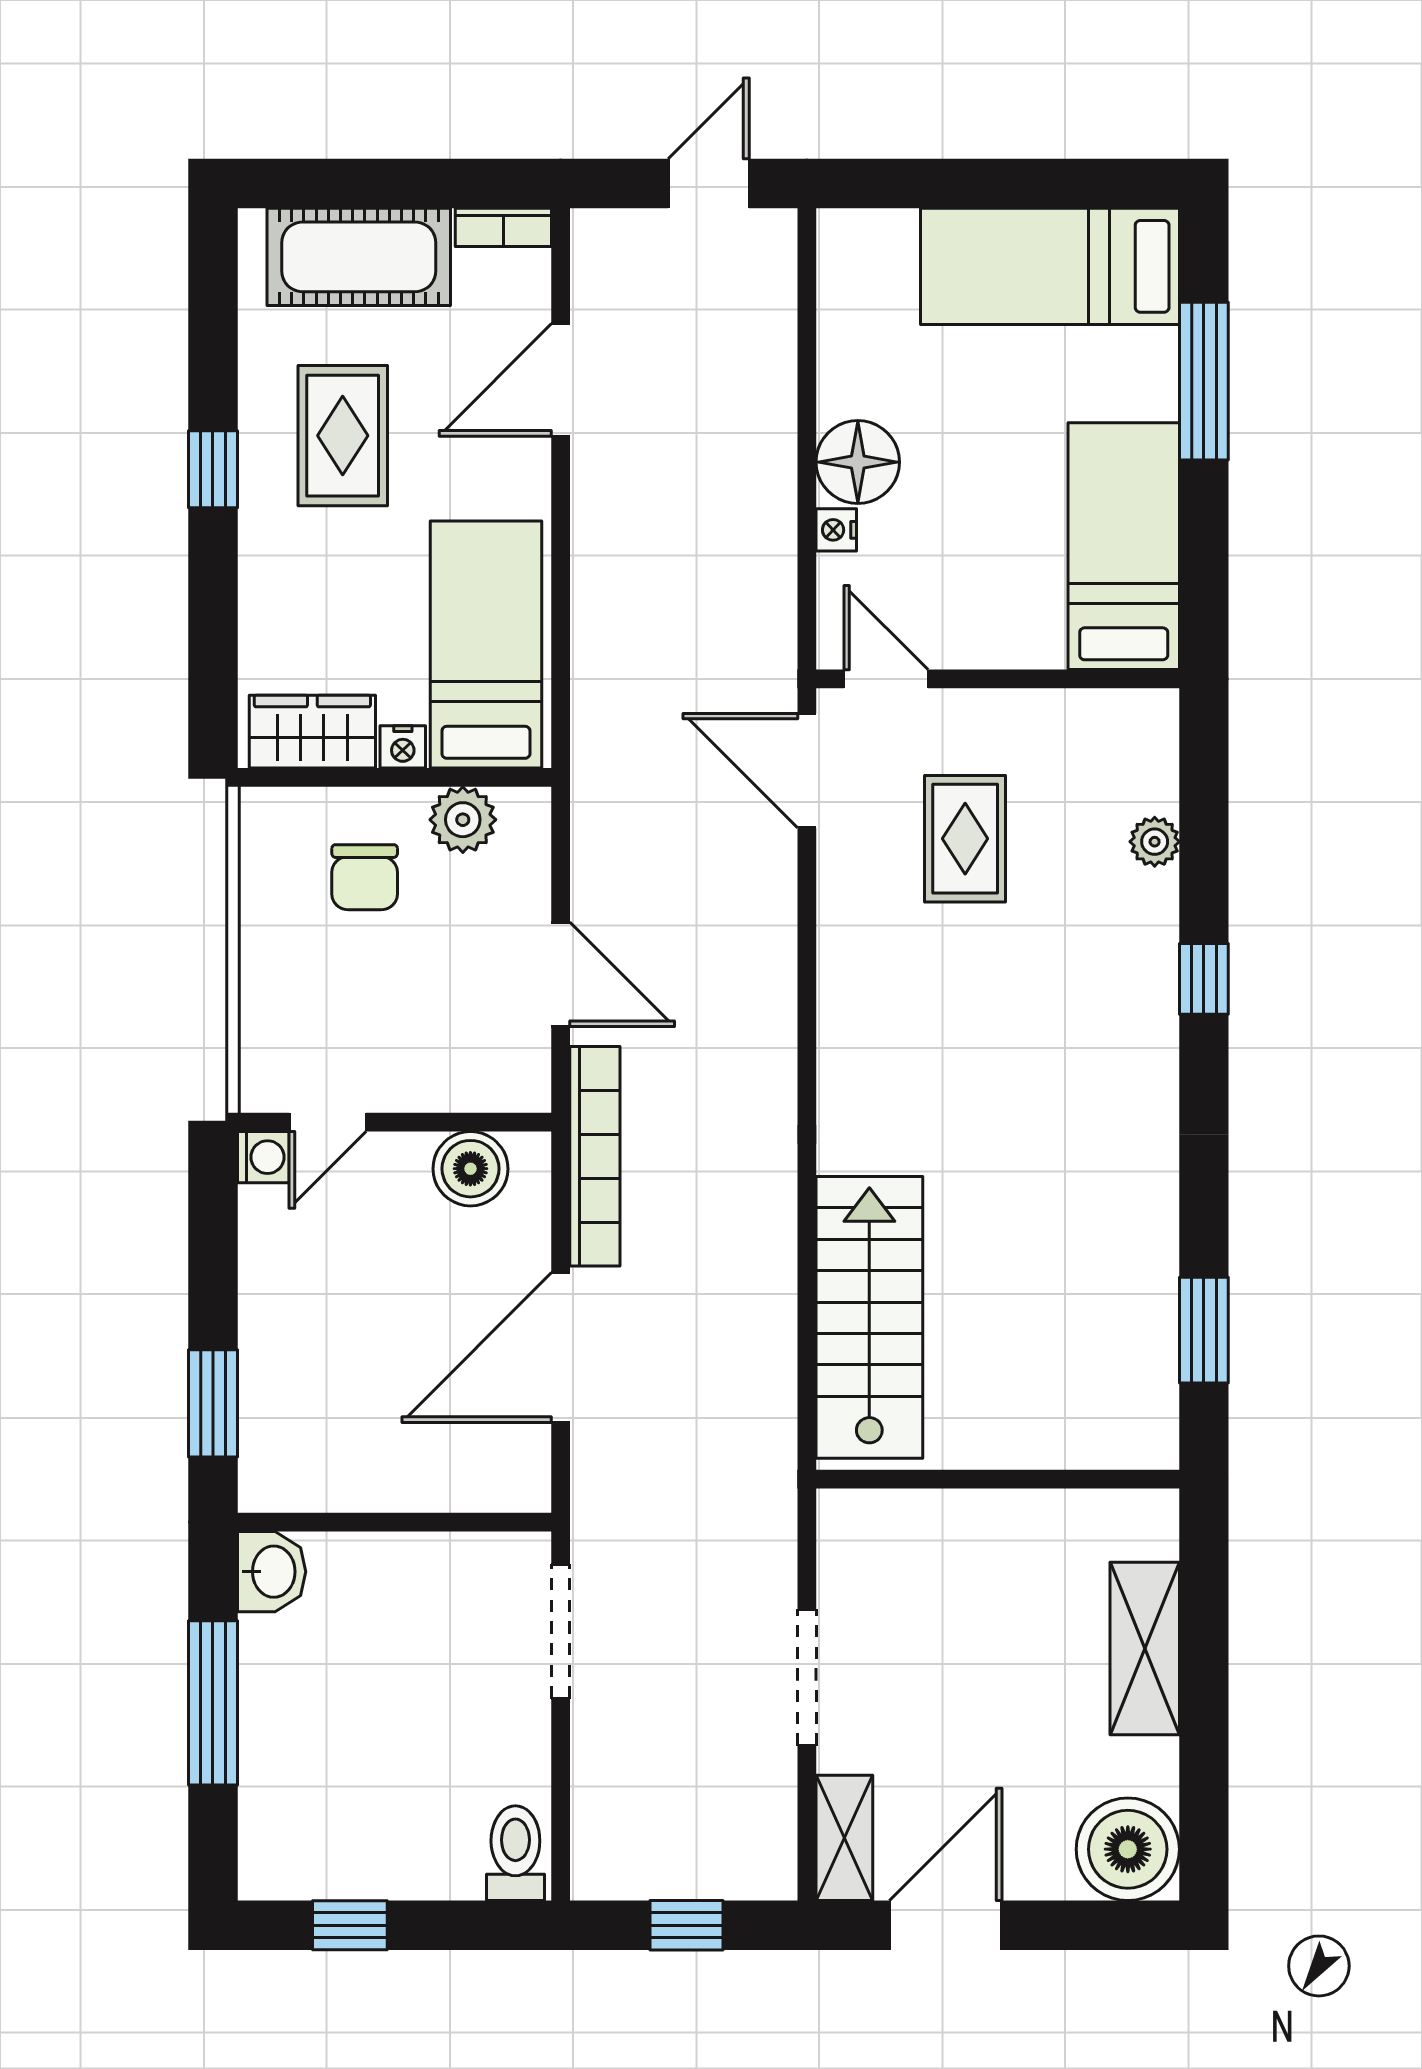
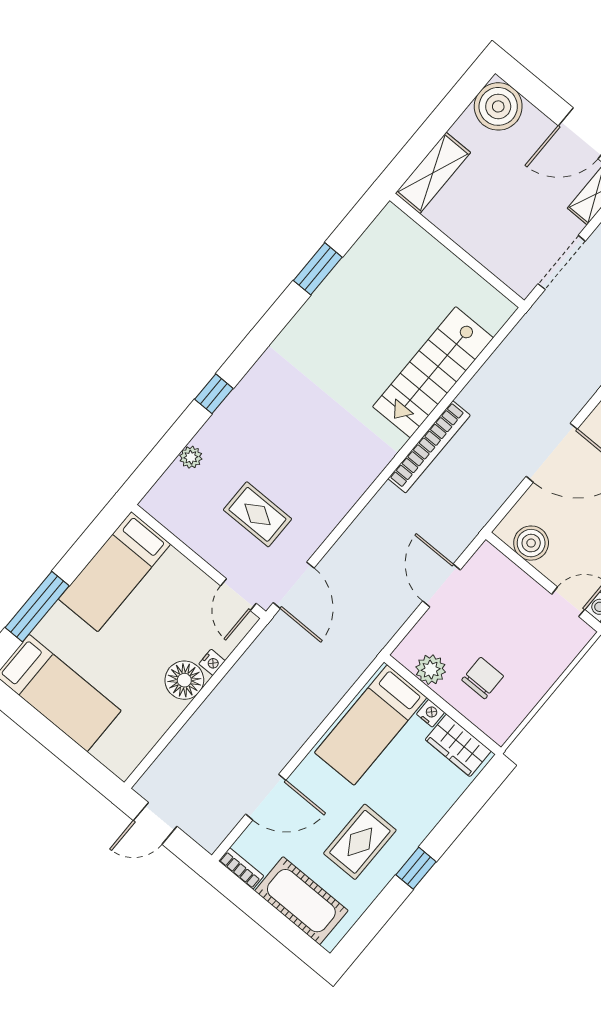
rug: (965, 839) -> (257, 514), turned 90
bookcase: (595, 1156) -> (429, 447), moved, turned 180
wall: (998, 1479) -> (457, 250), moved

